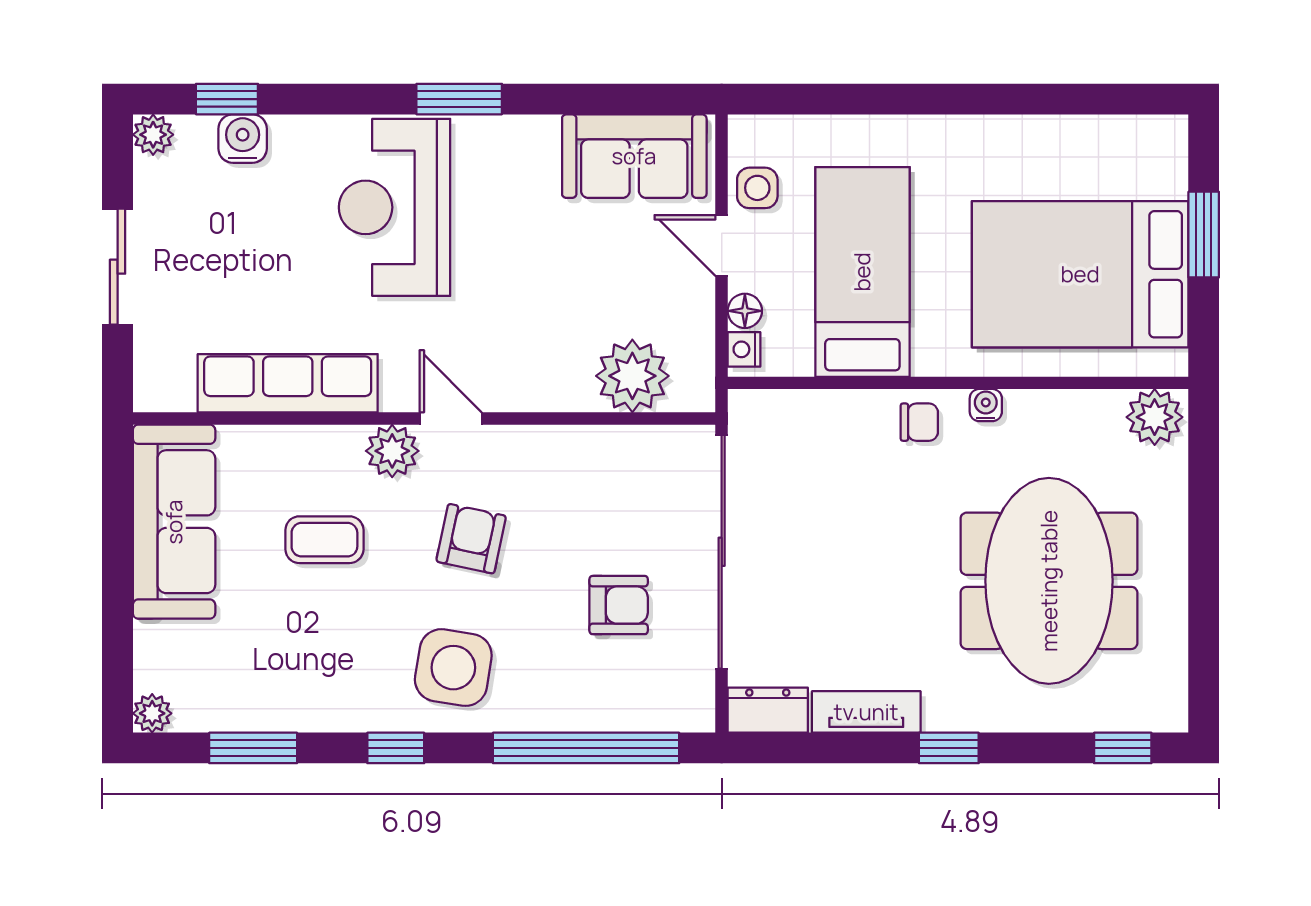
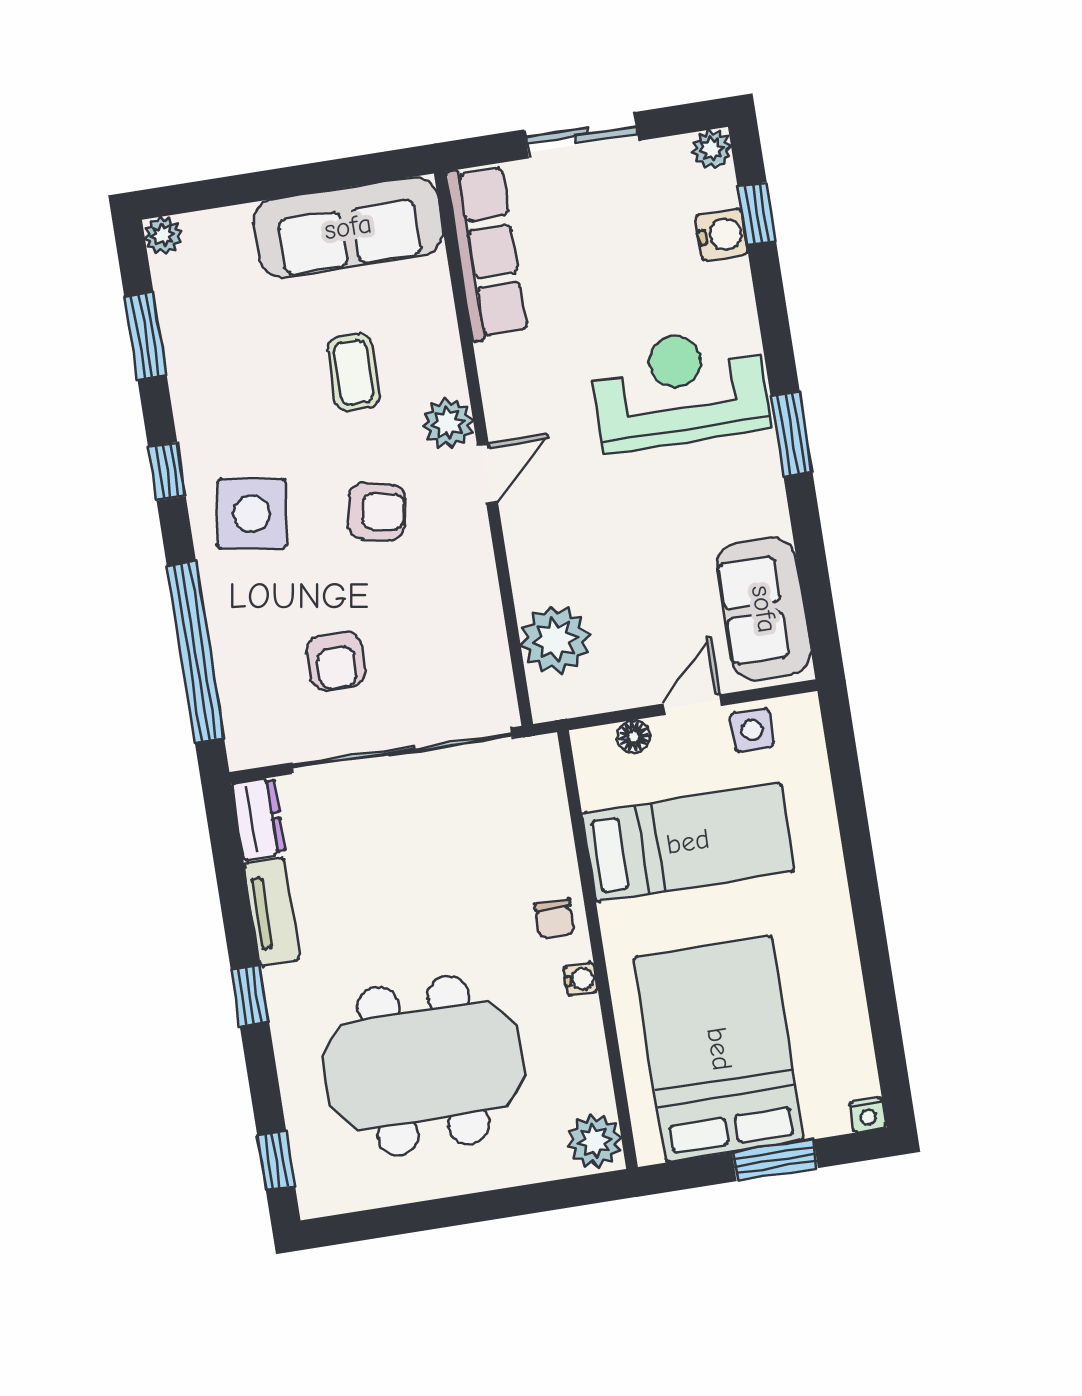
nightstand: (744, 349) -> (868, 1115), moved, turned 180
row of seats: (288, 383) -> (487, 252), moved

